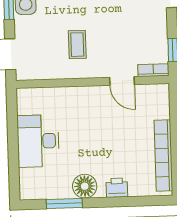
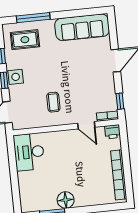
desk: (38, 141) -> (29, 152), moved
printer: (117, 188) -> (113, 132), moved, turned 180

